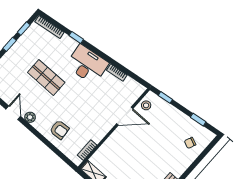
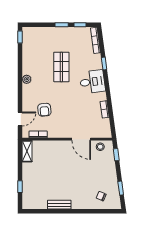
desk: (87, 65) -> (92, 82), width x0.73
door: (13, 113) -> (20, 119), moved
armchair: (59, 130) -> (44, 110), moved

